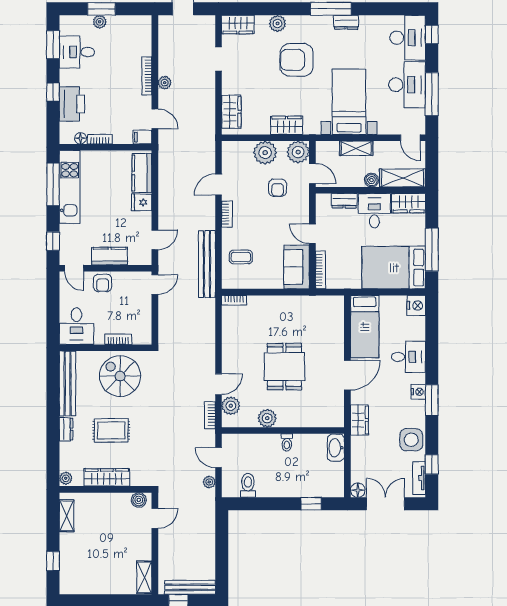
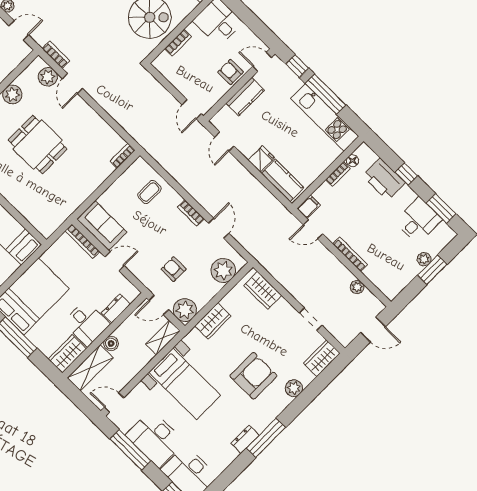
plant: (165, 83) -> (357, 287), moved
shelving: (356, 148) -> (163, 338), moved
plant: (265, 153) -> (223, 270), moved
window: (53, 184) -> (326, 94), moved
bench: (207, 264) -> (169, 162), removed

